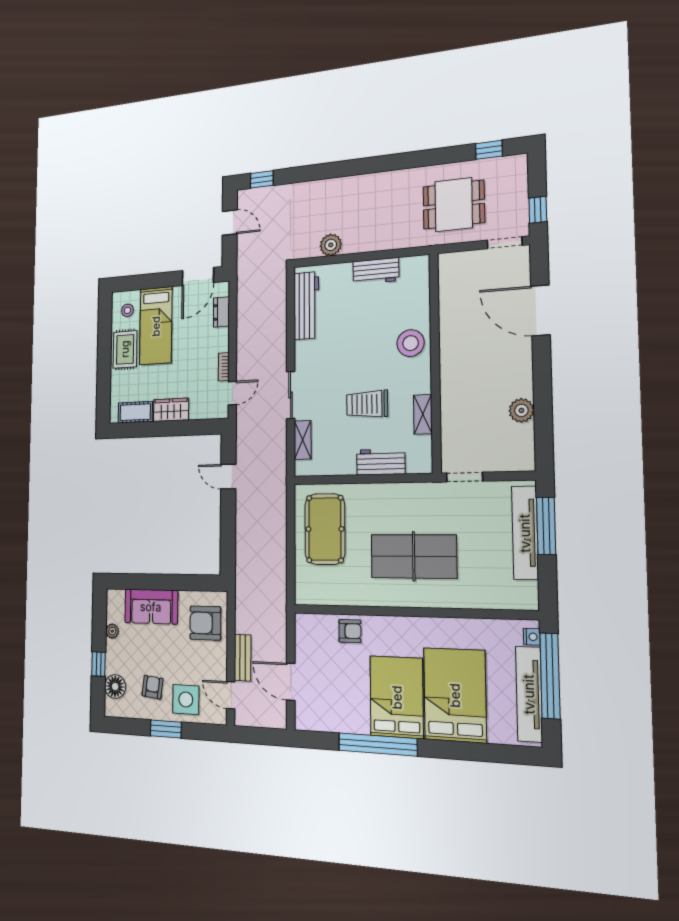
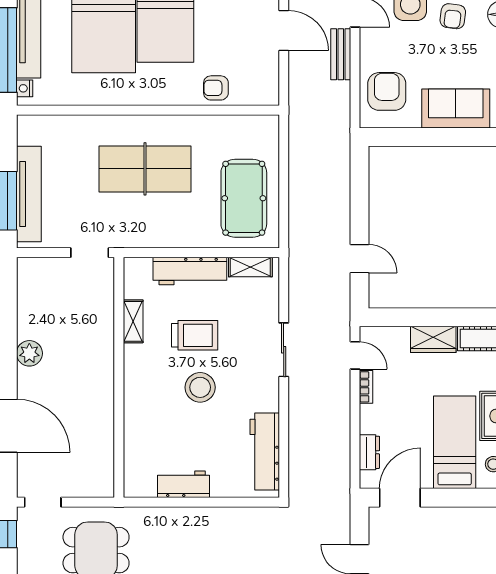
plant: (331, 245) -> (236, 519), removed
stool: (411, 343) -> (200, 387), moved
door: (232, 393) -> (355, 355), swing flipped
plant: (521, 410) -> (29, 353), moved
shelving: (303, 440) -> (250, 267), moved, turned 90
workbench: (381, 462) -> (190, 271), width x1.38
armchair: (205, 623) -> (387, 91), turned -90

